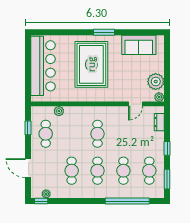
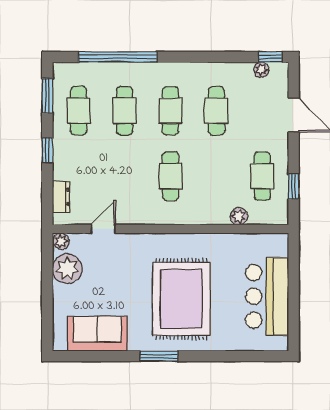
bar counter: (43, 66) -> (267, 296), width x0.73

